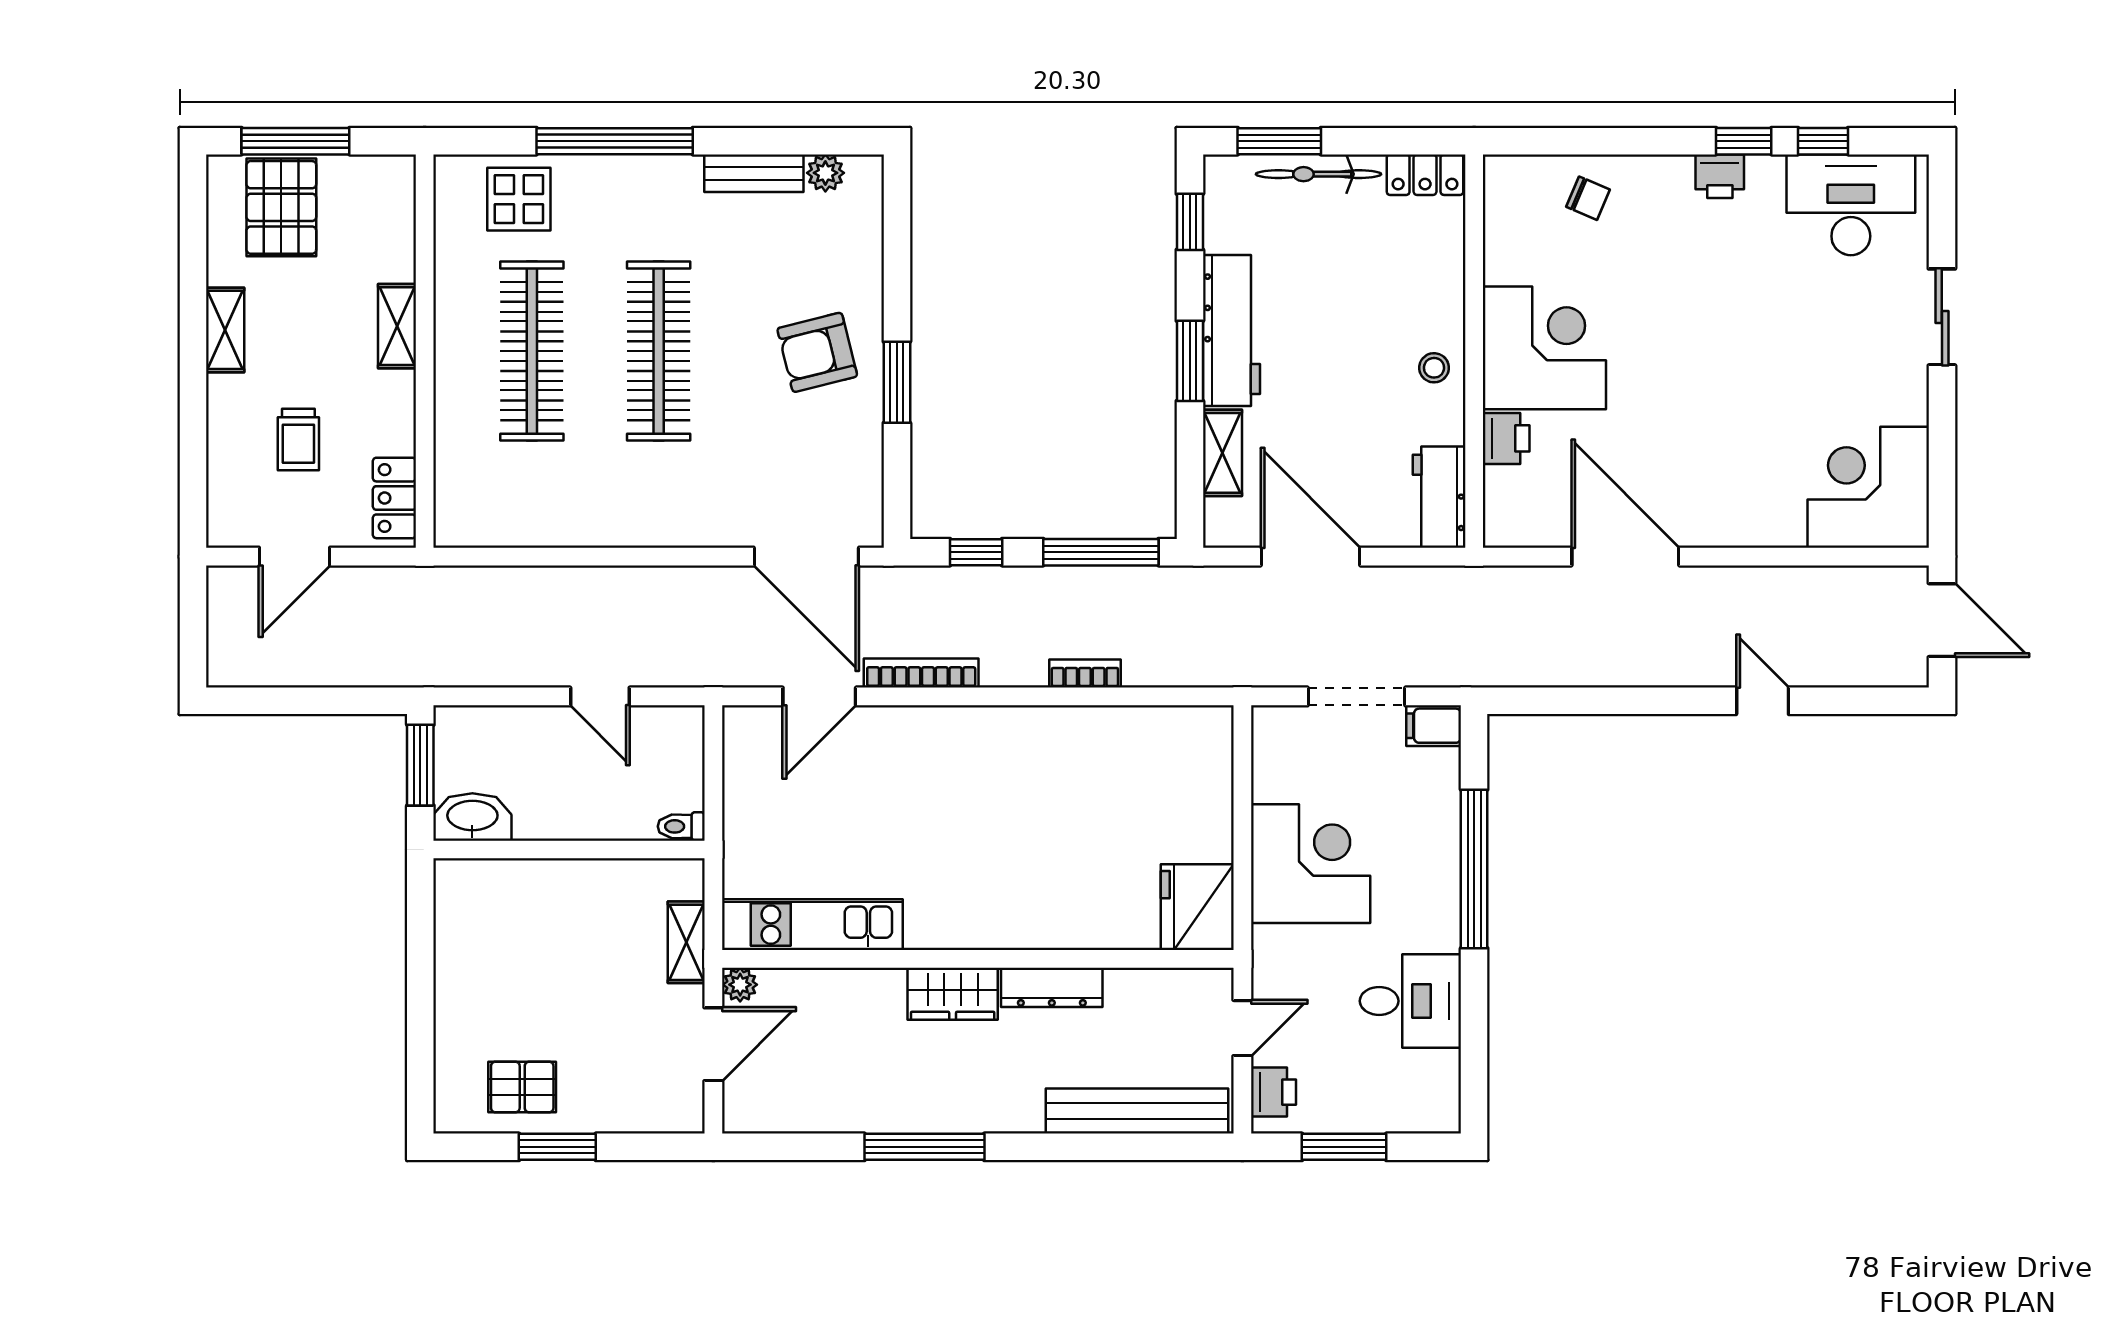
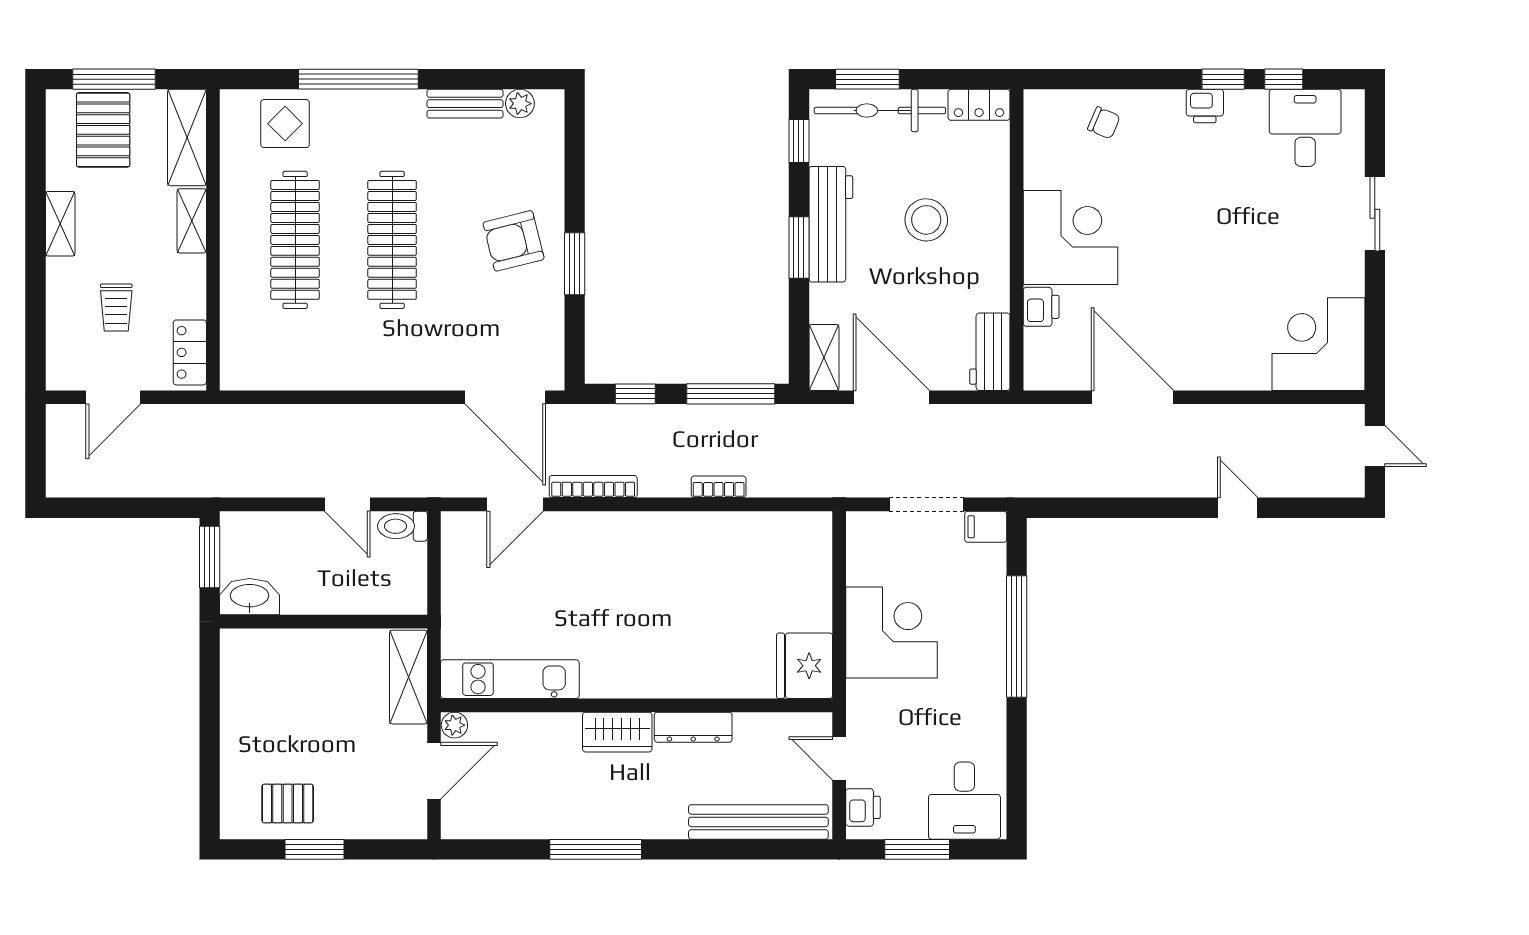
bicycle: (1319, 174) -> (880, 110), width x1.37, depth x1.40
desk: (1851, 205) -> (1305, 128), width x0.73
shelving: (391, 217) -> (187, 138), added
stool: (1434, 368) -> (926, 220), moved, width x1.89, depth x1.89
shelving: (1222, 453) -> (824, 357), moved
door: (1942, 620) -> (1375, 446), width x0.73
toilet: (681, 826) -> (402, 526), moved, width x1.37, depth x1.39
shelving: (686, 942) -> (408, 677), width x1.50, depth x1.33
desk: (1410, 1001) -> (964, 801), moved, turned 90
door: (1242, 1028) -> (839, 758), swing flipped

